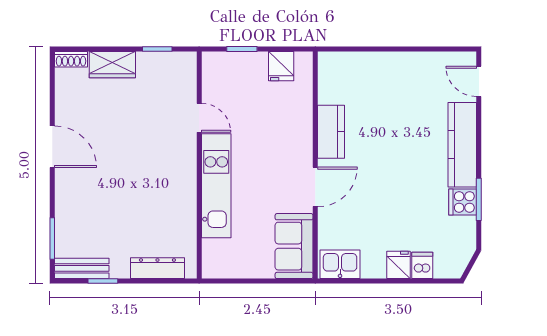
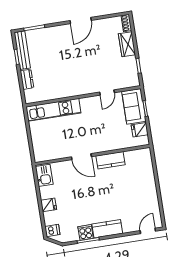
kitchen counter: (462, 145) -> (107, 229), width x0.67
kitchen unit: (216, 186) -> (53, 110), moved
sofa: (294, 246) -> (134, 106), moved, turned -90
dishwasher: (422, 265) -> (52, 230), moved
bench: (82, 268) -> (22, 50), width x1.36
dresser: (157, 268) -> (27, 79), width x0.70

